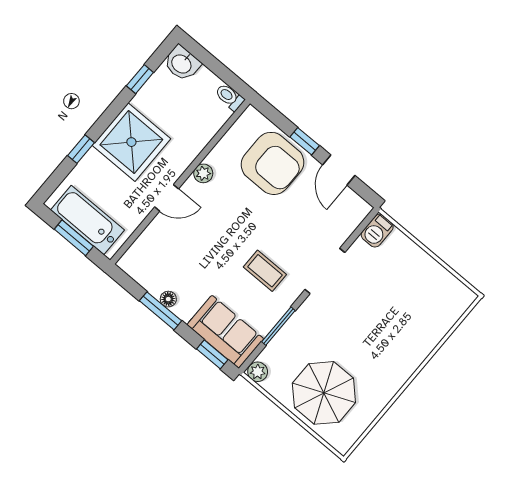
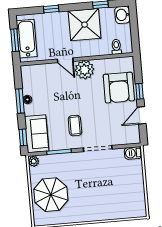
toilet: (230, 97) -> (116, 47), moved
shower: (131, 142) -> (85, 25), moved
plant: (203, 173) -> (85, 70), width x1.88, depth x1.88

